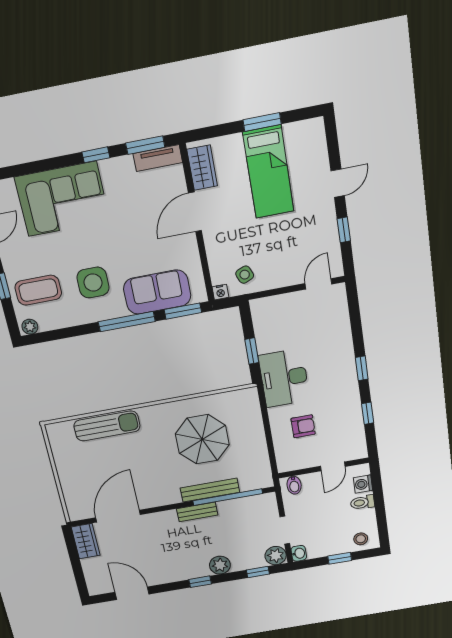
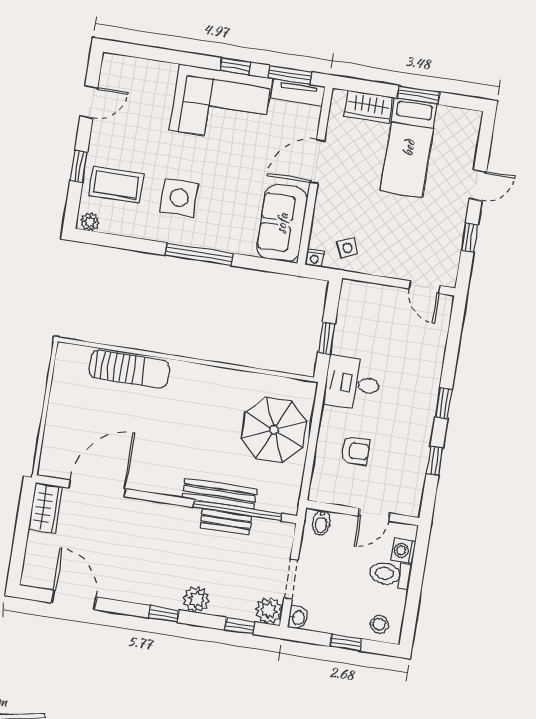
wardrobe: (202, 168) -> (369, 107), moved, turned 90
corner sofa: (62, 199) -> (221, 104), moved
door: (318, 284) -> (424, 287), swing flipped
sofa: (157, 292) -> (282, 223), moved, turned -90
window: (183, 311) -> (266, 265), removed
desk: (284, 378) -> (352, 383), width x0.73
parasol: (202, 439) -> (274, 430), moved
toilet: (362, 502) -> (390, 574), width x1.37, depth x1.39
bench: (197, 512) -> (226, 522), moved

